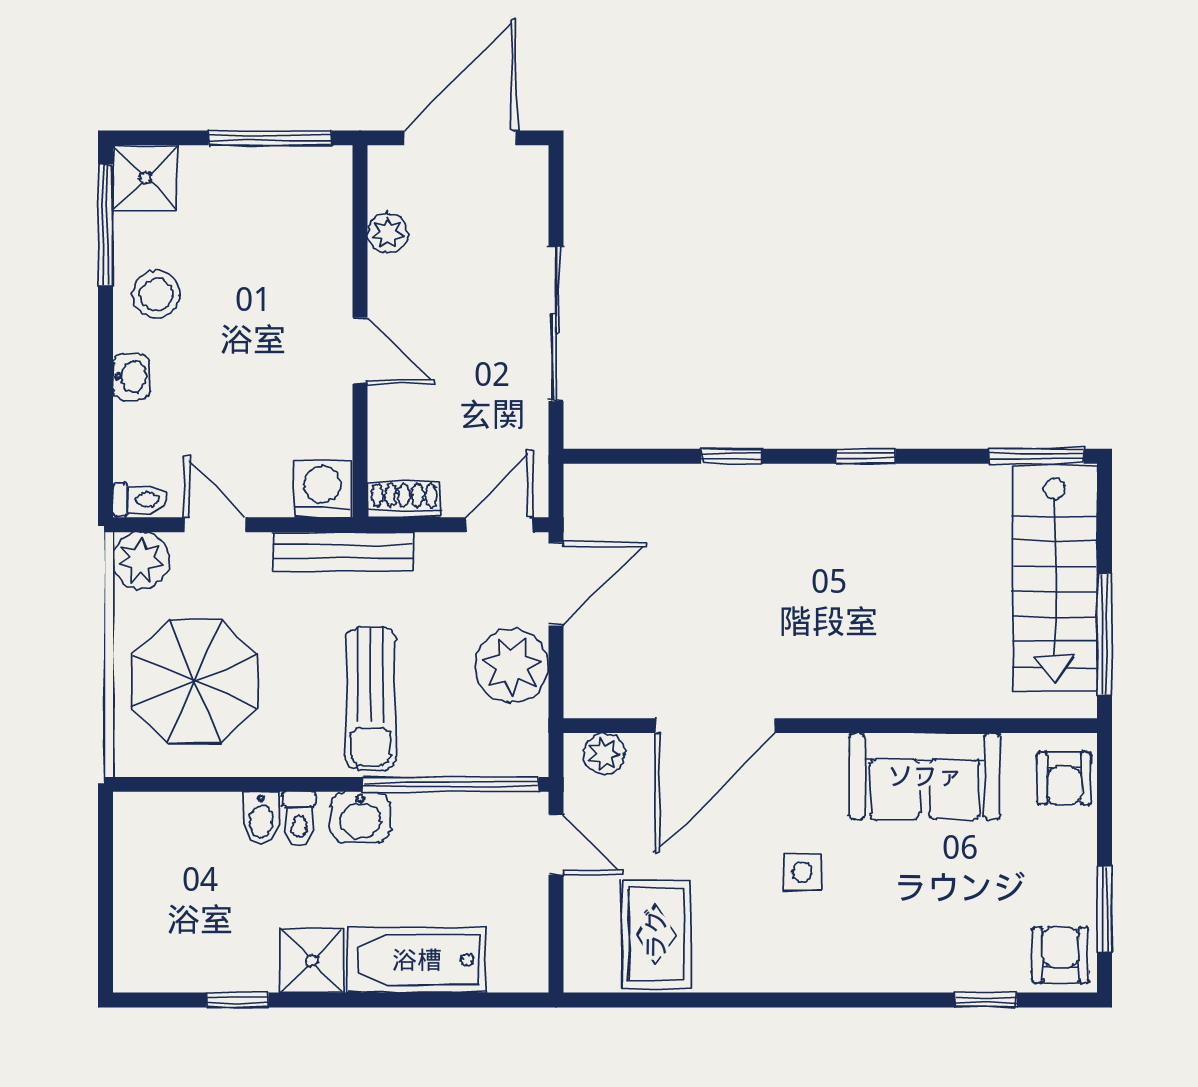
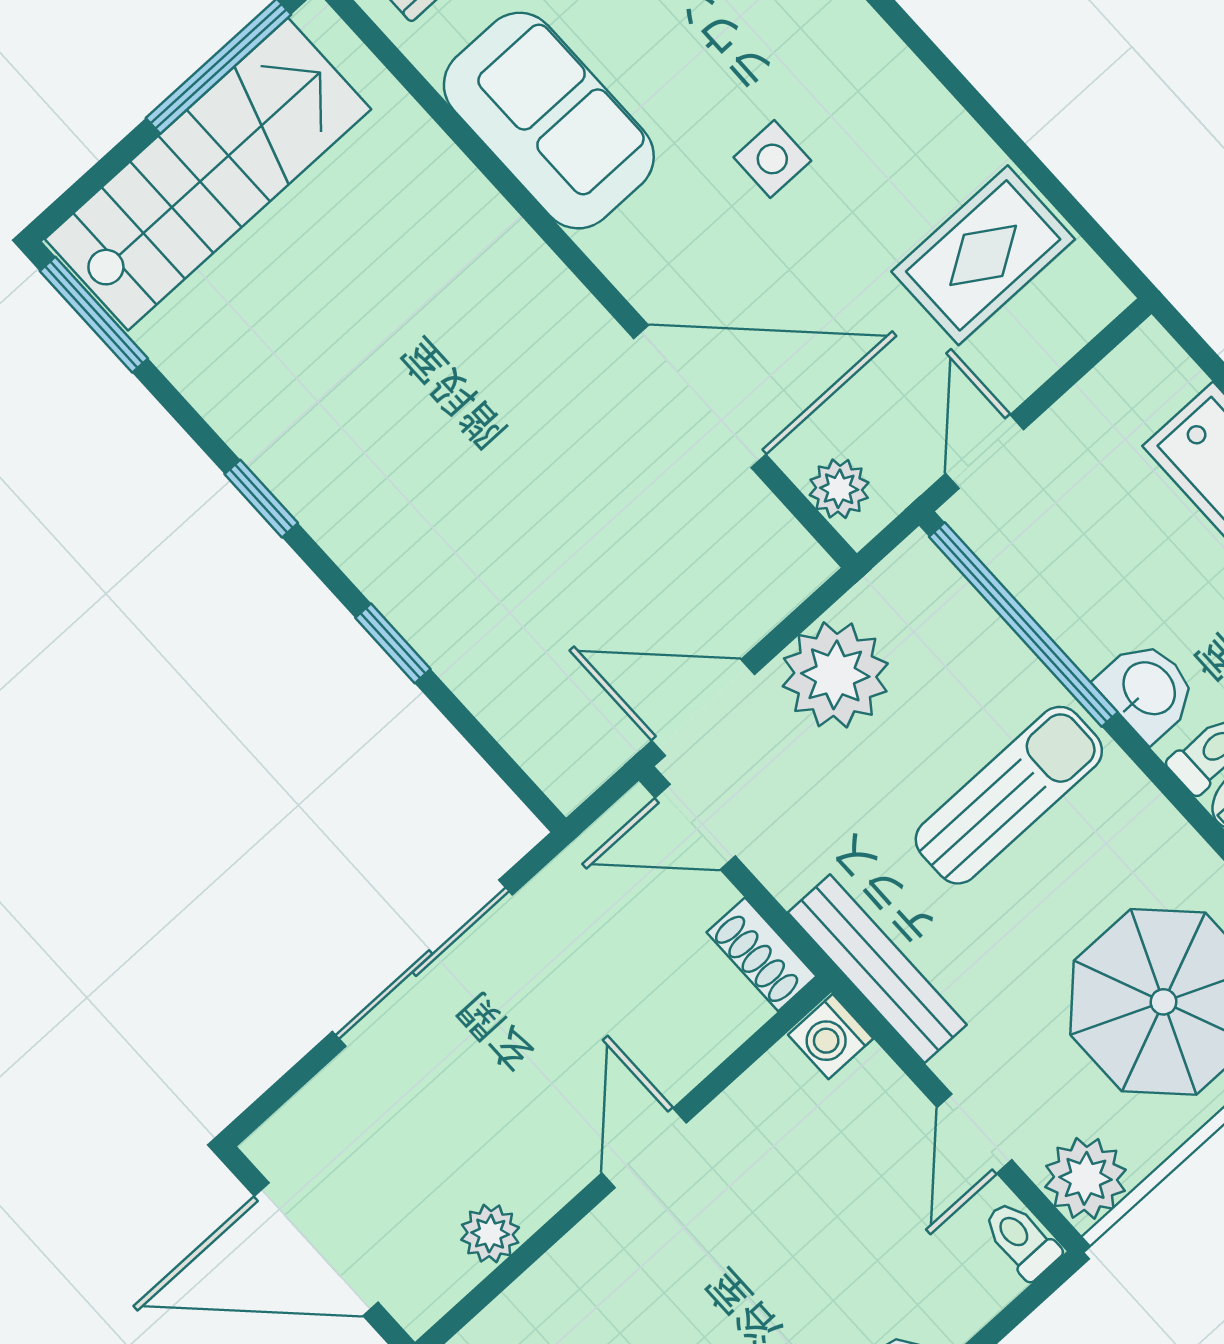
washing machine: (323, 489) -> (831, 1037), width x0.73, depth x0.73

